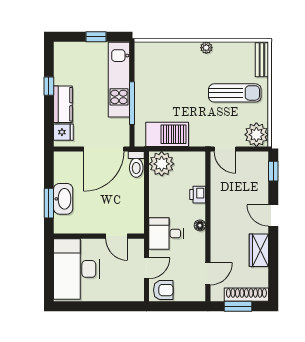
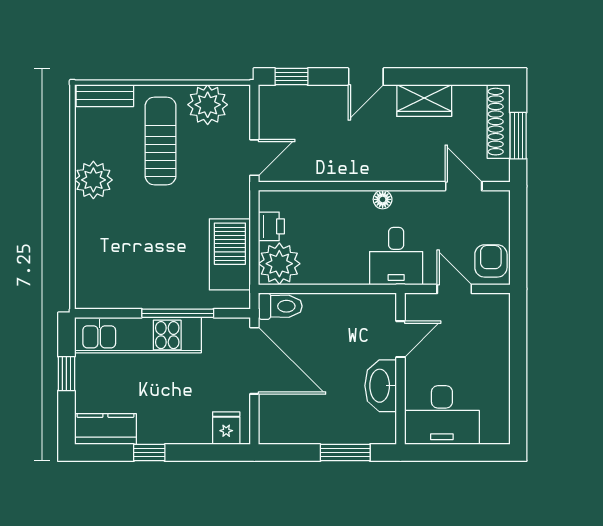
plant: (206, 48) -> (93, 180), width x1.88, depth x1.88
kitchen counter: (63, 104) -> (105, 429), moved
plant: (256, 135) -> (208, 105), moved
printer: (198, 195) -> (271, 226), moved, turned -90
washbasin: (63, 199) -> (381, 386), moved, turned -90
desk: (76, 269) -> (442, 415), width x0.73, depth x0.77

